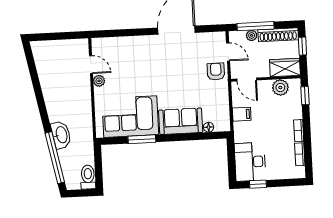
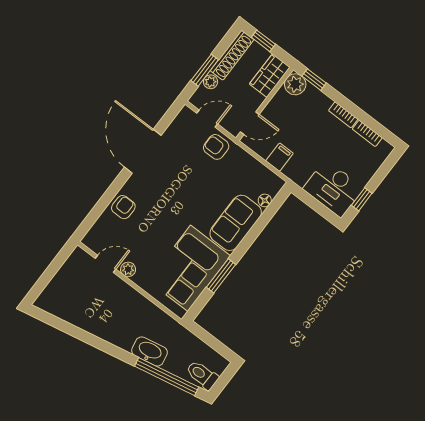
window: (256, 26) -> (205, 70), width x0.69
armchair: (134, 47) -> (123, 207), added
plant: (280, 88) -> (295, 84), moved
toilet: (88, 177) -> (202, 375), moved

